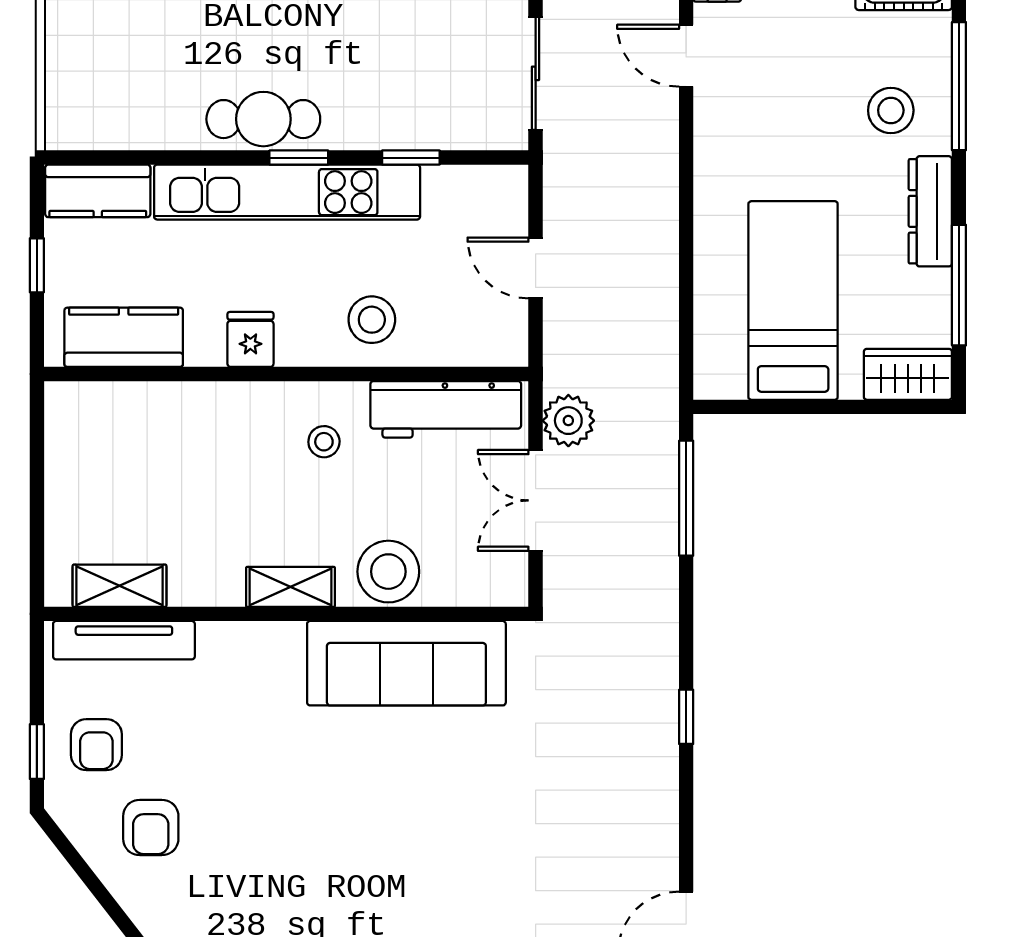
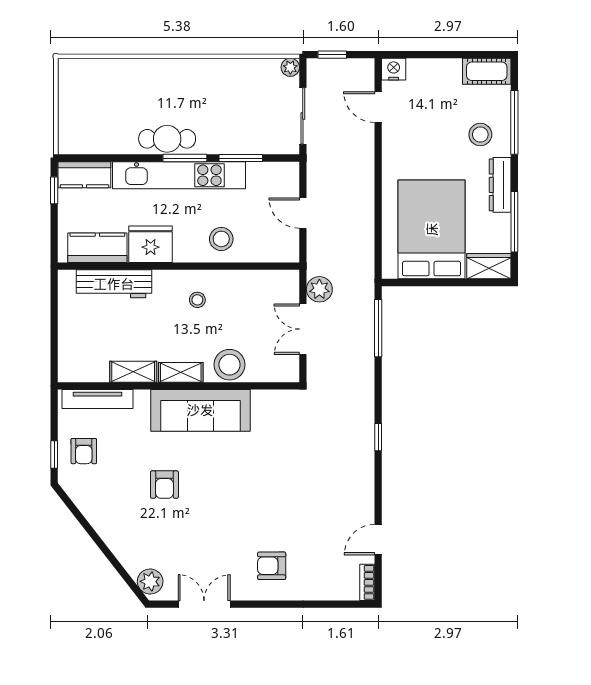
window: (299, 158) -> (185, 158), width x1.50
window: (411, 158) -> (241, 158), width x1.50
window: (37, 265) -> (54, 190), moved
bed: (793, 301) -> (432, 229), width x1.50
fridge: (250, 339) -> (151, 244), width x1.88, depth x1.34
workbench: (446, 409) -> (114, 284), moved
shelving: (120, 586) -> (133, 372), moved
sofa: (406, 663) -> (200, 410), moved
armchair: (151, 827) -> (164, 485), moved

